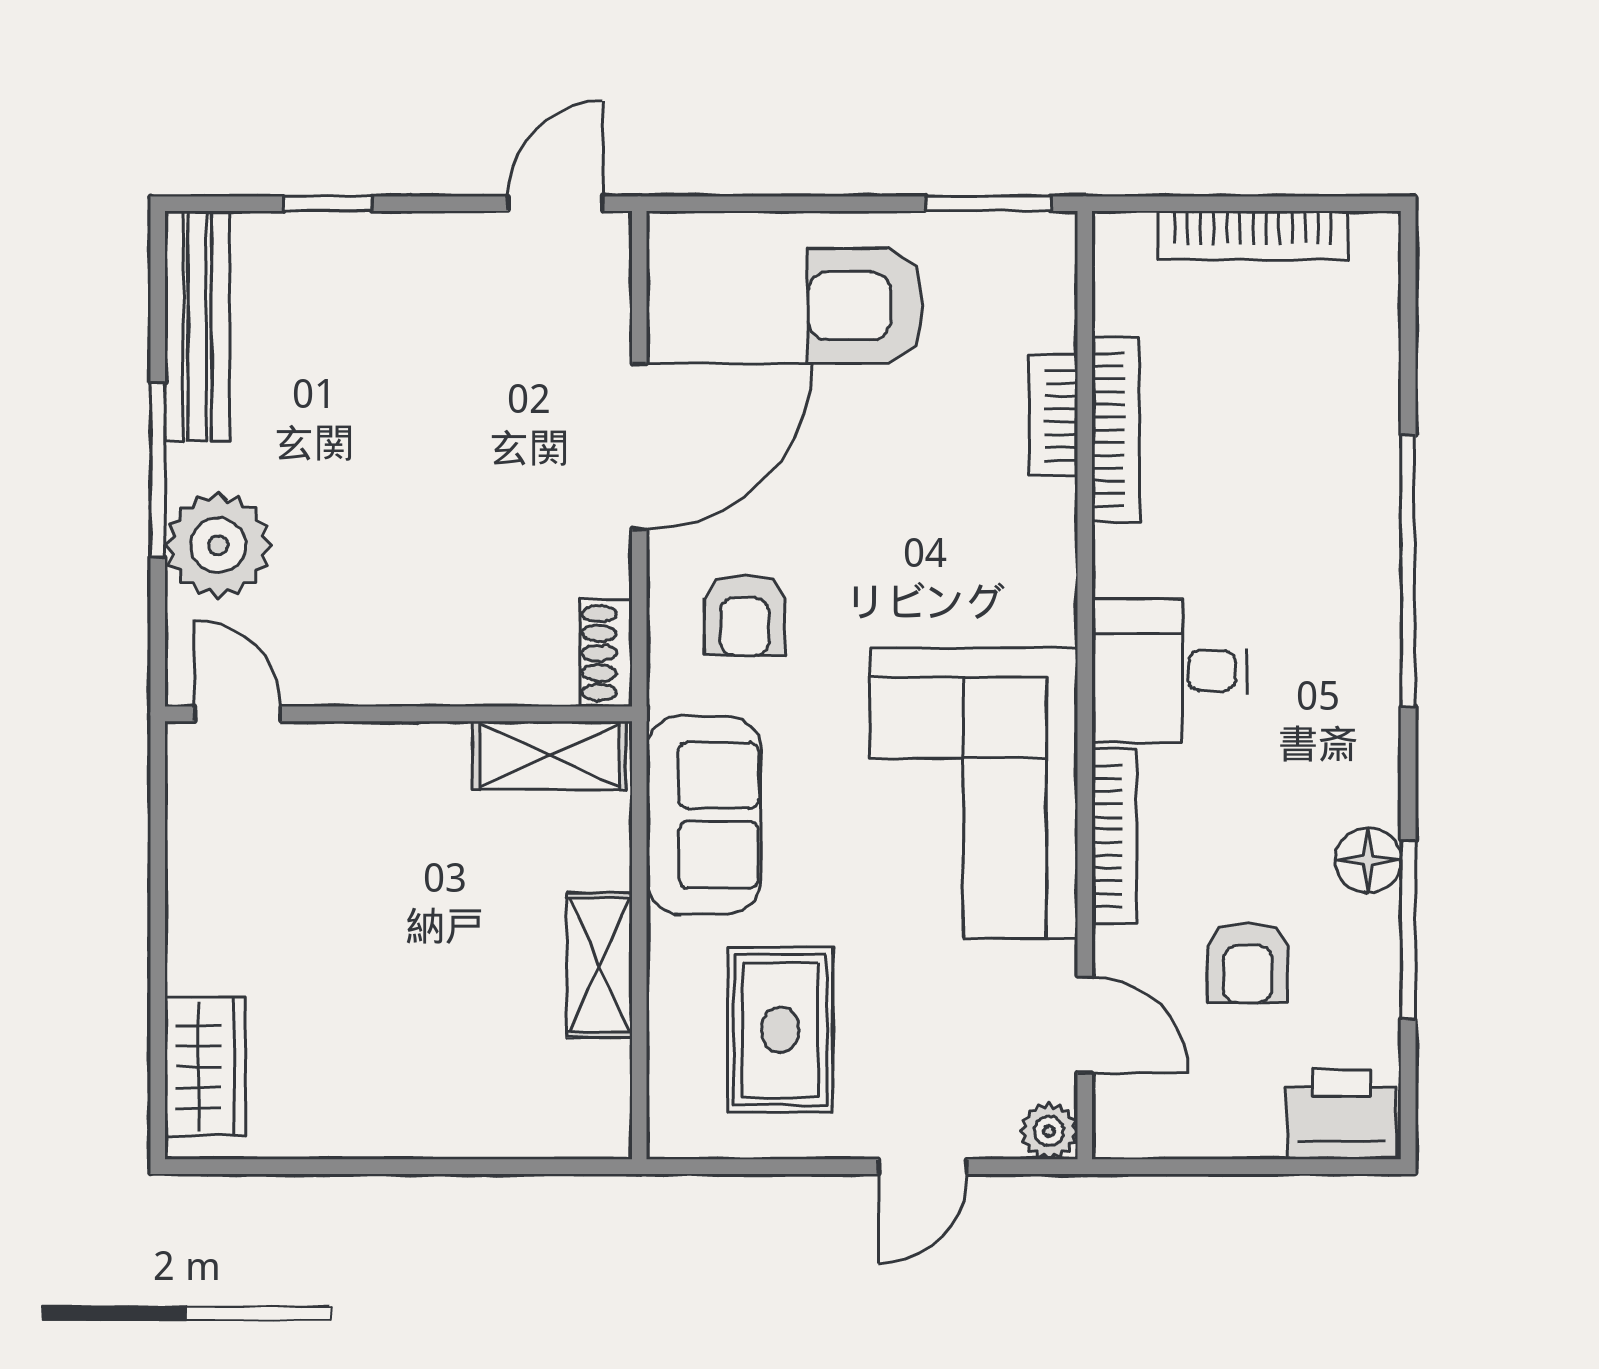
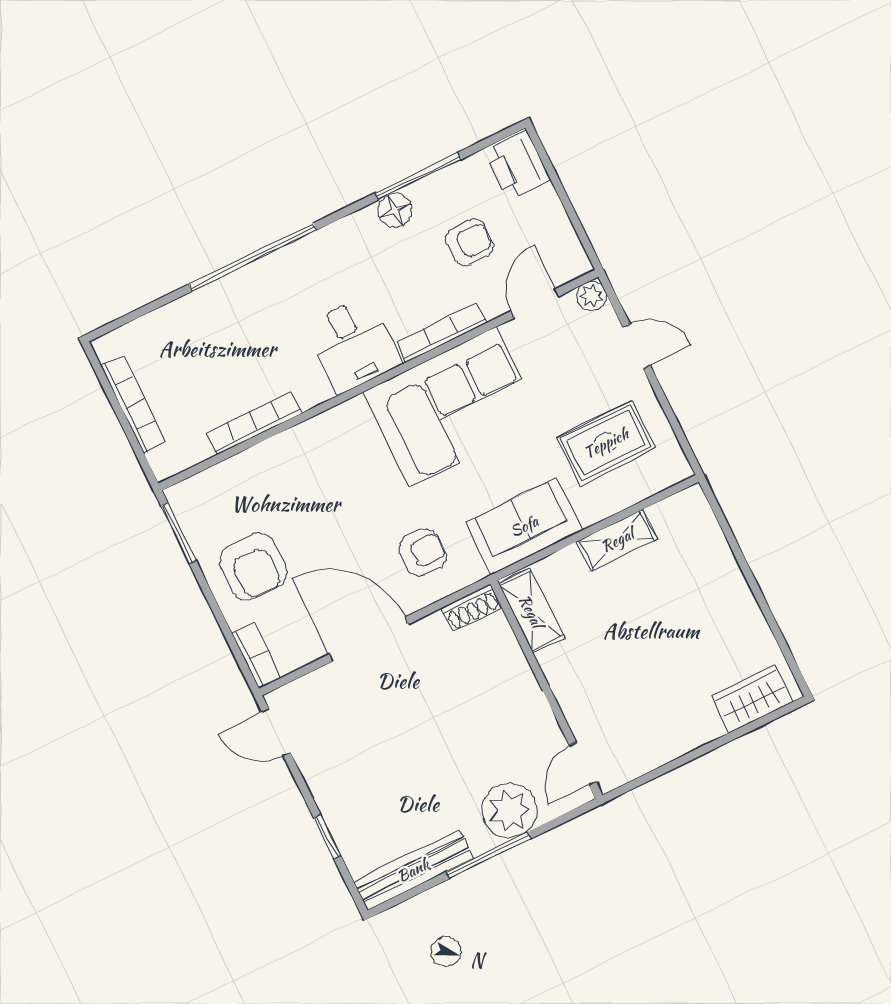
bookcase: (1053, 415) -> (256, 656), moved, turned -90

